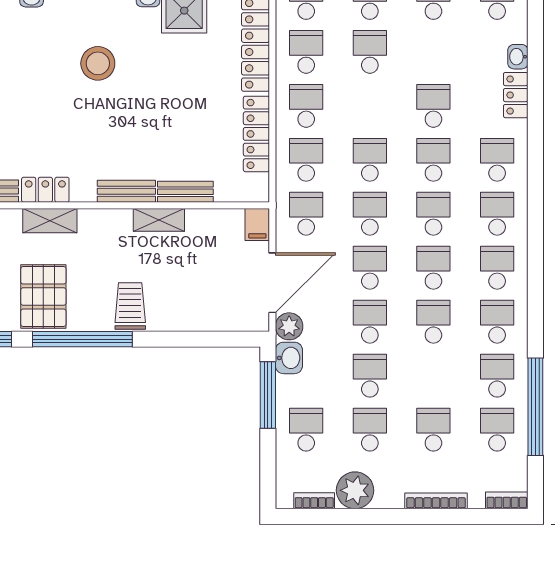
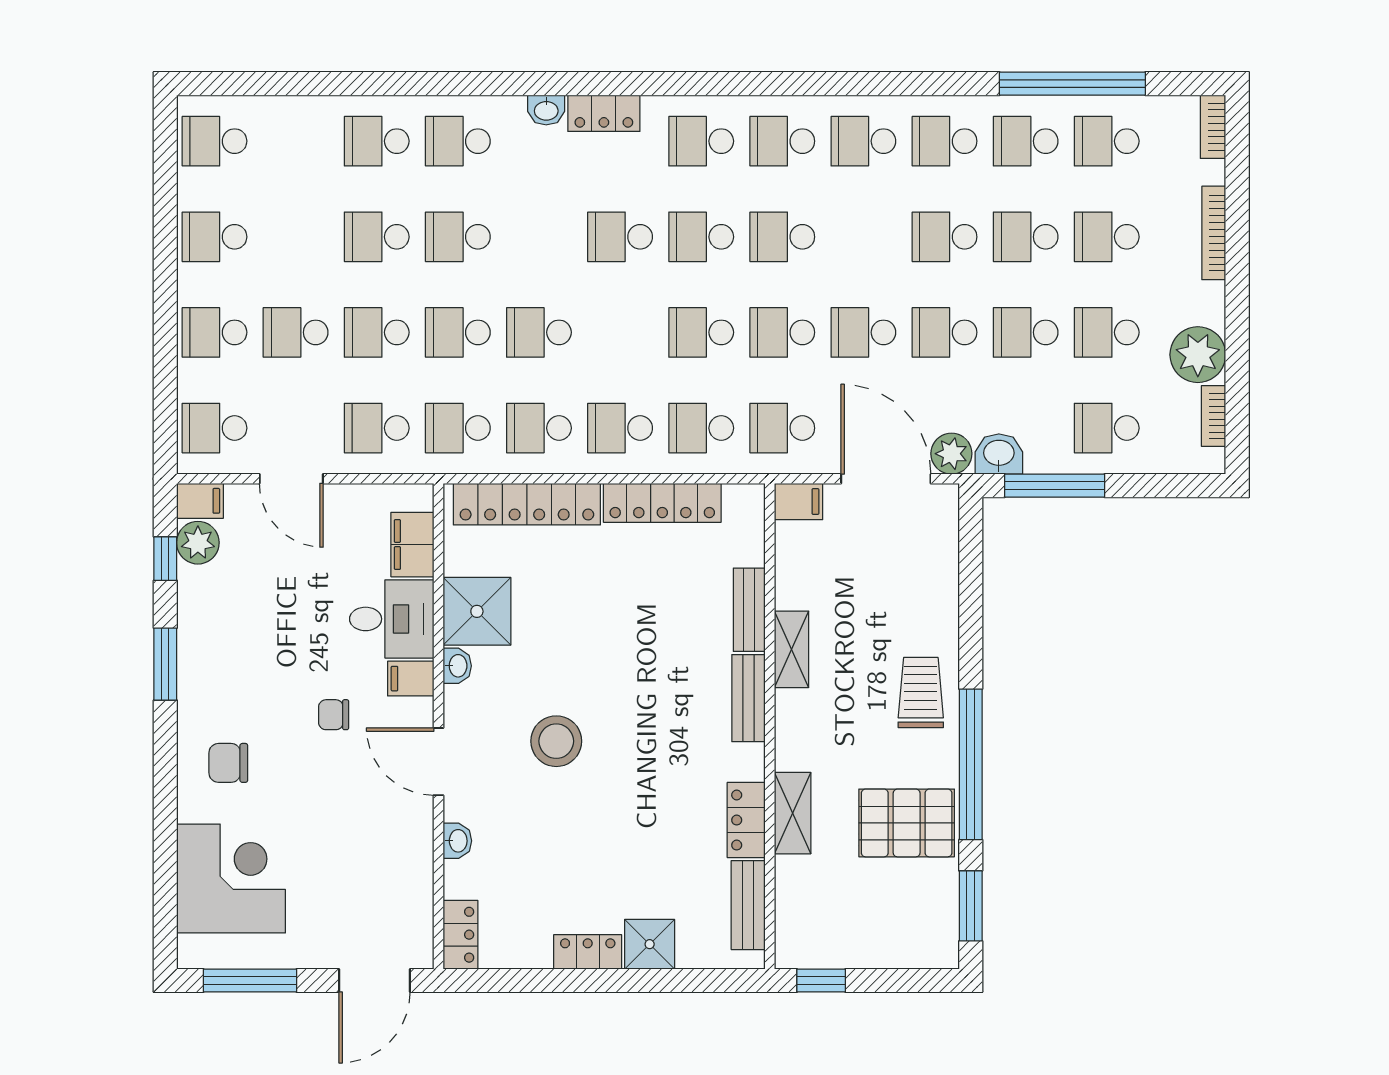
school desk: (433, 268) -> (1026, 237), moved
trolley: (130, 306) -> (921, 693), turned 90

